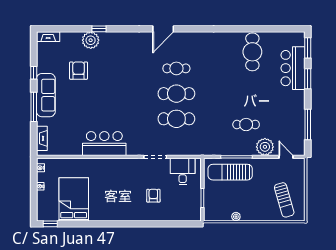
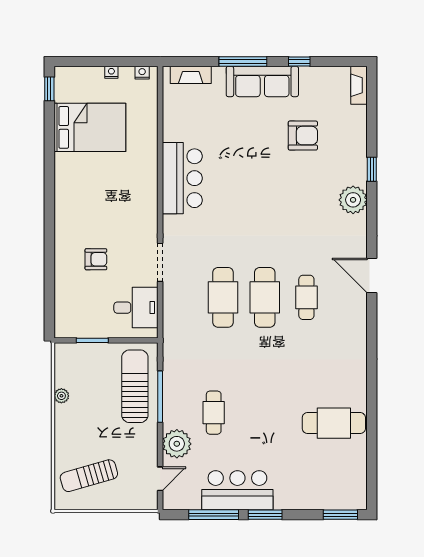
plant: (91, 40) -> (353, 200), moved
bar counter: (293, 68) -> (237, 490), moved
window: (308, 79) -> (265, 515), moved

